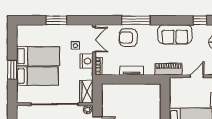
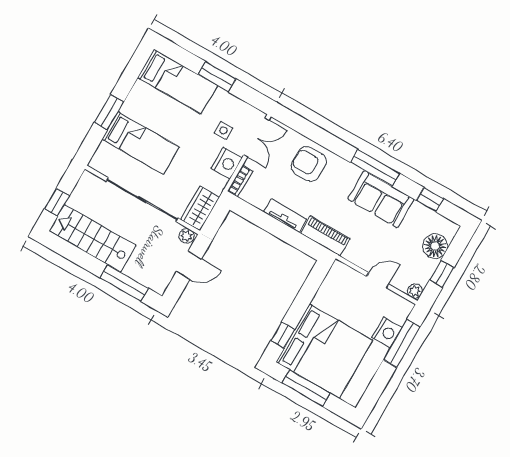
window: (136, 20) -> (375, 168), moved
bed: (38, 56) -> (178, 81), moved
piano: (169, 69) -> (325, 236), moved

